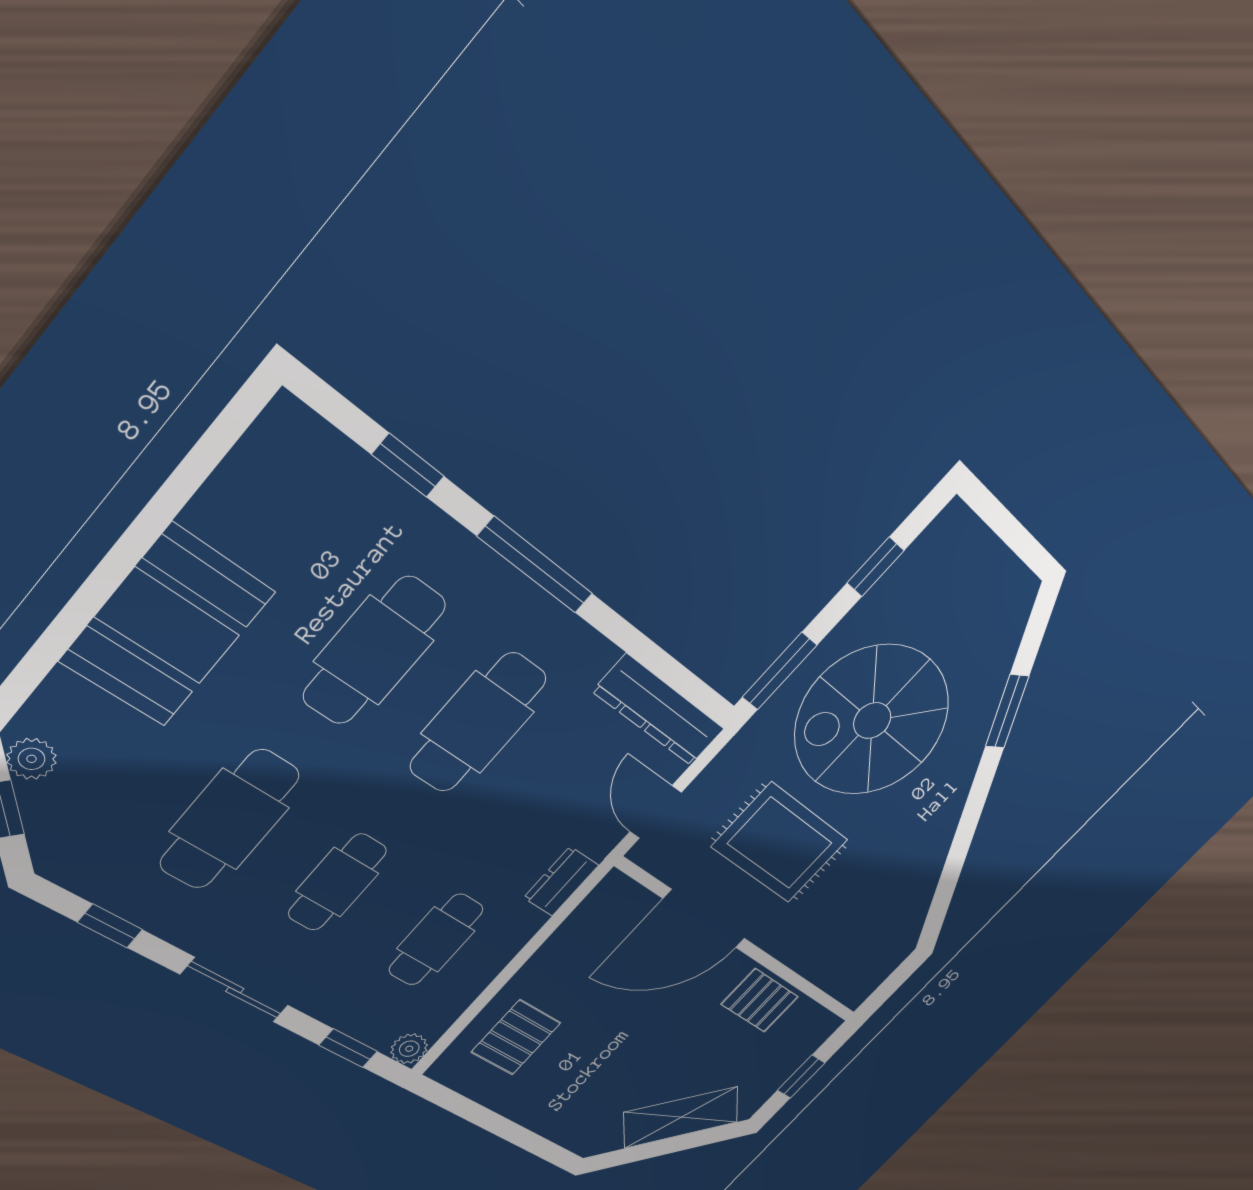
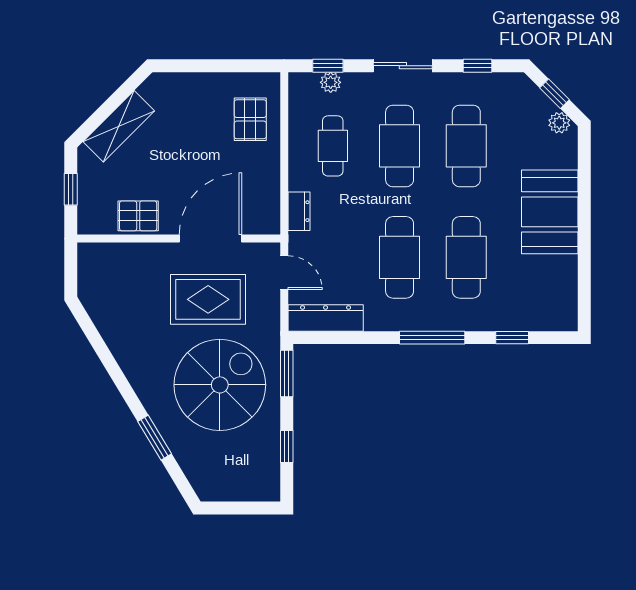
cafe table: (337, 882) -> (400, 146), width x1.37, depth x1.35
plant: (409, 1049) -> (331, 82), moved

